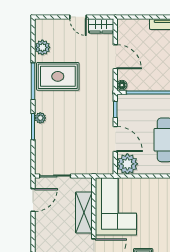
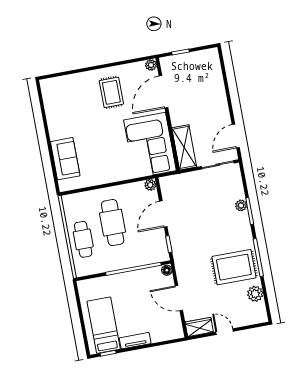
plant: (40, 118) -> (241, 205), moved
door: (115, 139) -> (163, 214), hinge flipped
plant: (127, 164) -> (150, 185), width x0.53, depth x0.53
shelving: (84, 212) -> (184, 147), moved

